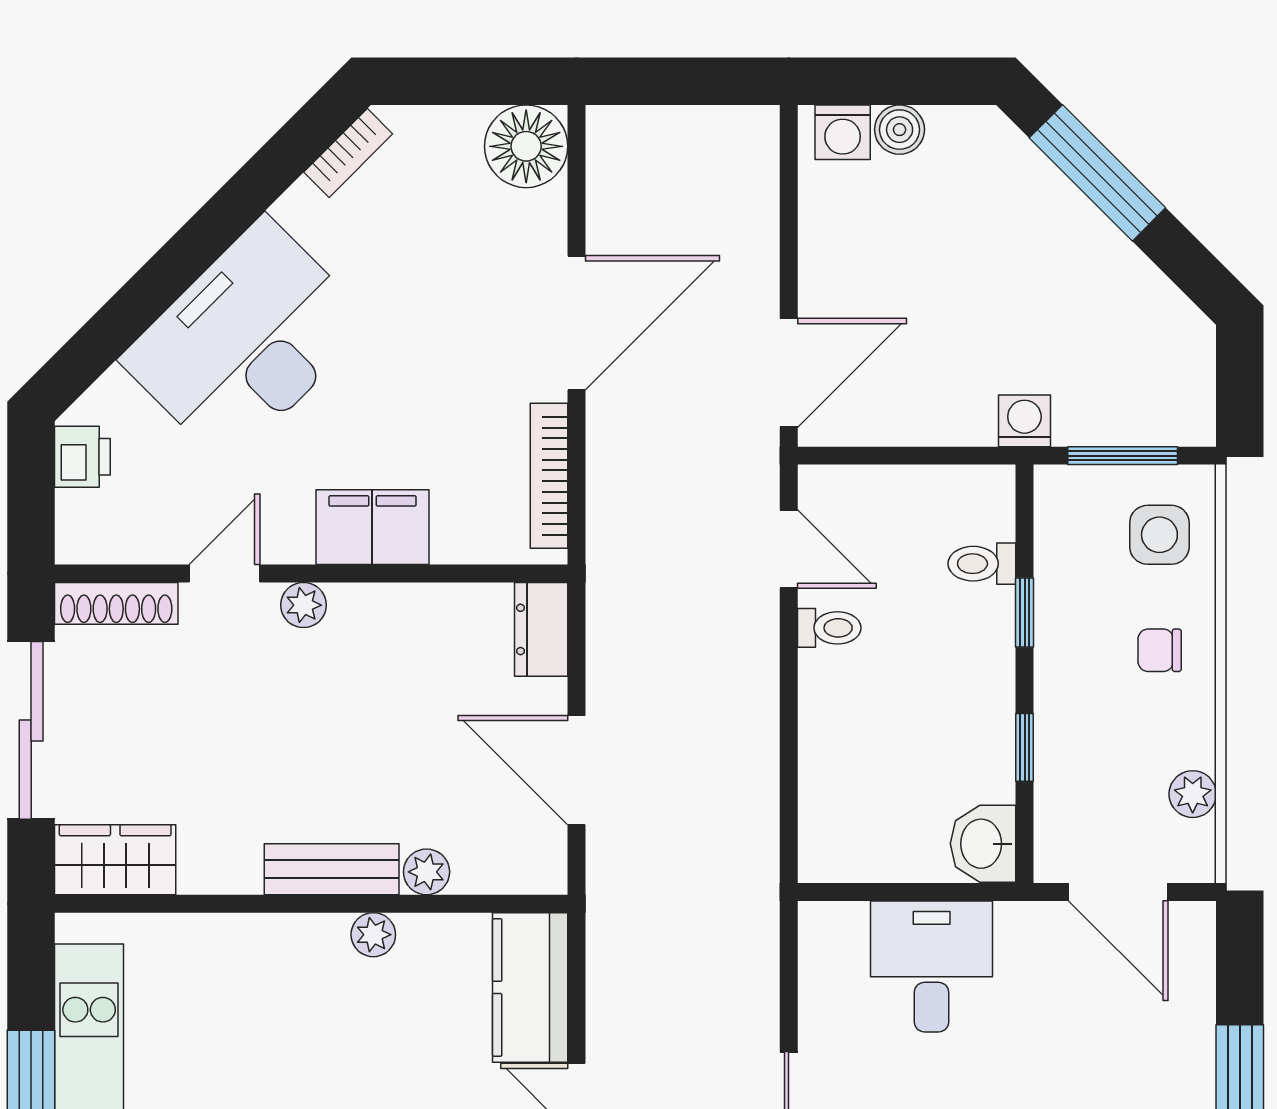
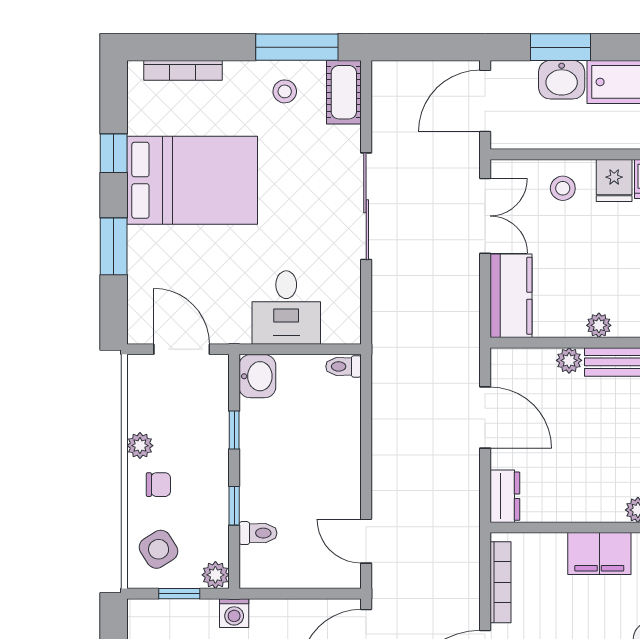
window: (1123, 456) -> (179, 594), width x0.67
plant: (1058, 489) -> (215, 575), added
side table: (1159, 535) -> (159, 549), turned -32
toilet: (829, 628) -> (344, 366), moved
plant: (1193, 794) -> (140, 446), moved

